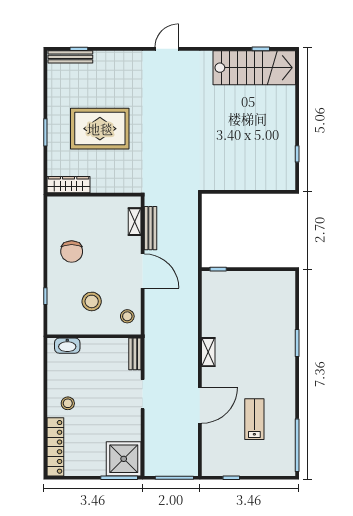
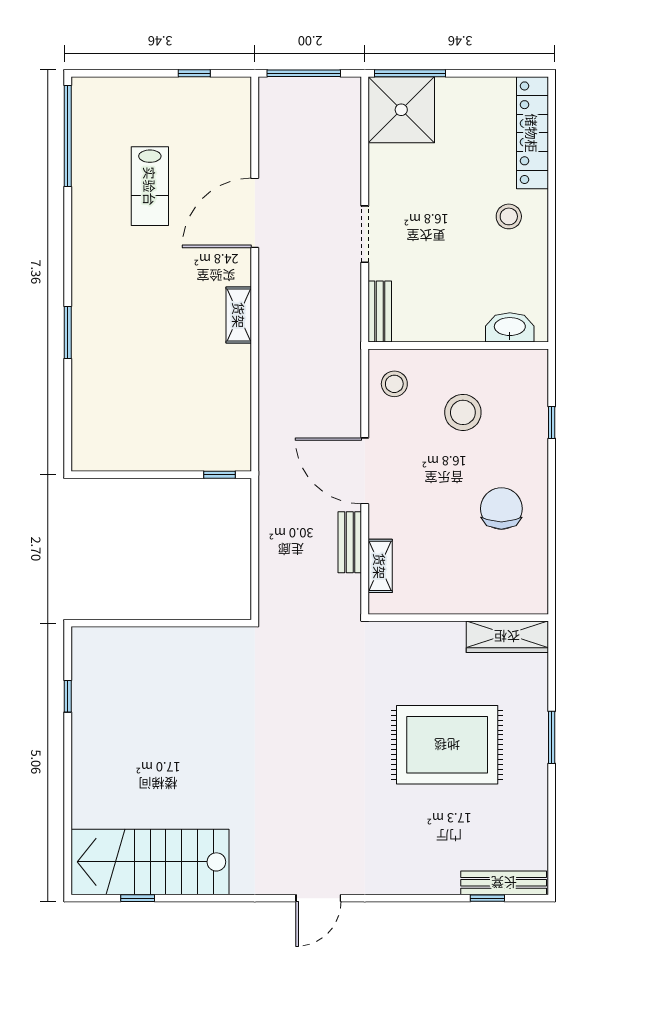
bench: (150, 228) -> (350, 542), width x0.73

